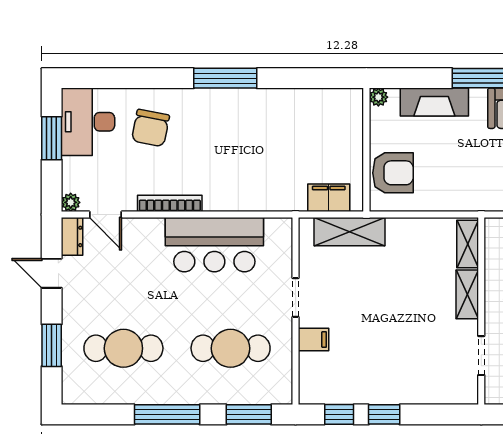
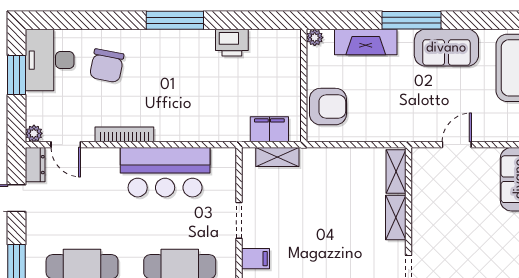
printer: (288, 103) -> (232, 43), added
shelving: (349, 232) -> (277, 157), width x0.67, depth x0.75

